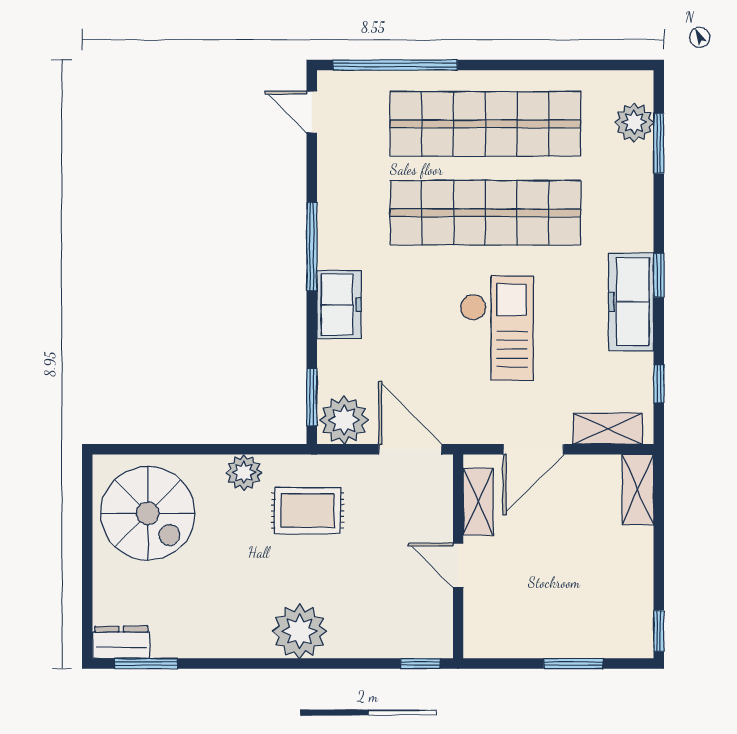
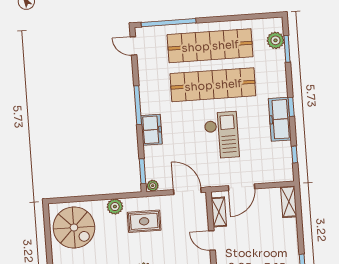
plant: (344, 420) -> (153, 186), width x0.53, depth x0.53
shelving: (608, 429) -> (274, 176), removed

